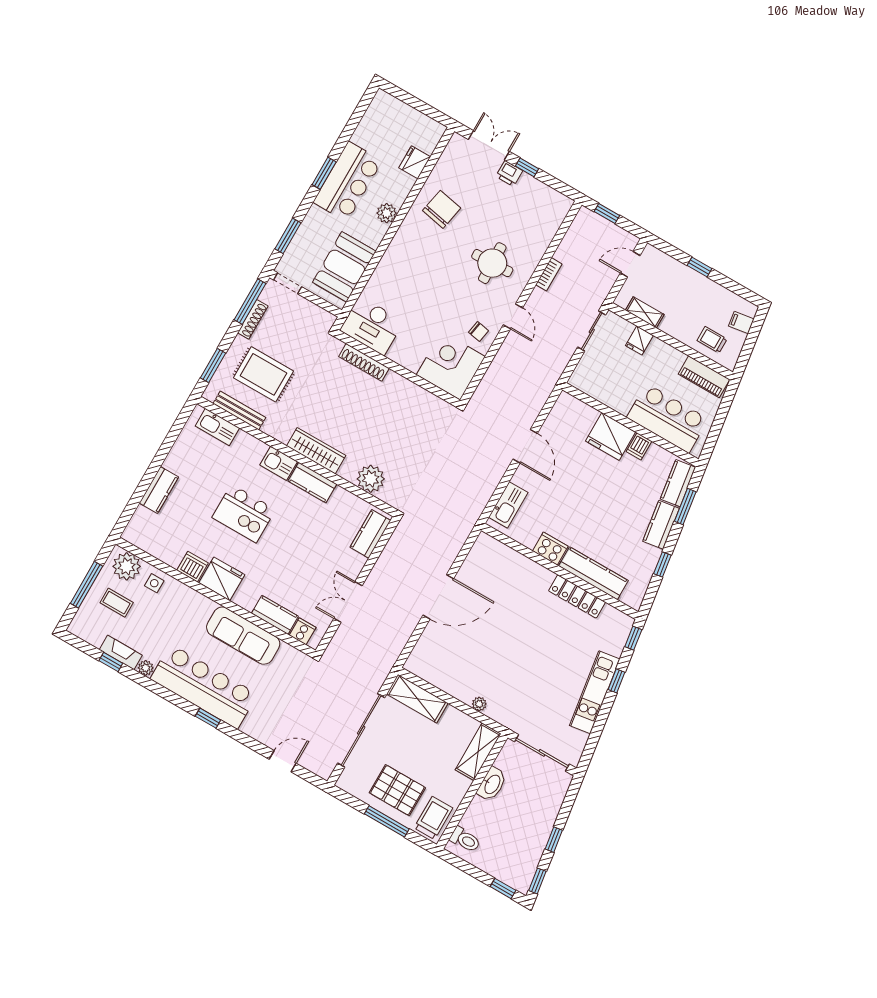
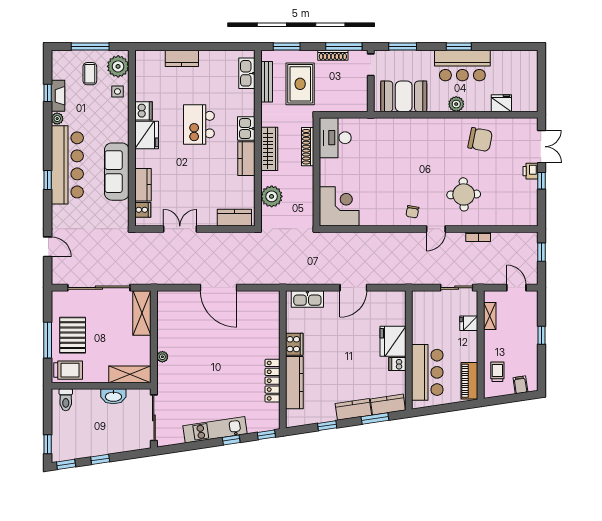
desk: (372, 326) -> (335, 138), moved
shoe rack: (364, 362) -> (308, 147), moved
corner desk: (451, 366) -> (339, 206), moved
wall: (398, 369) -> (316, 172), moved

